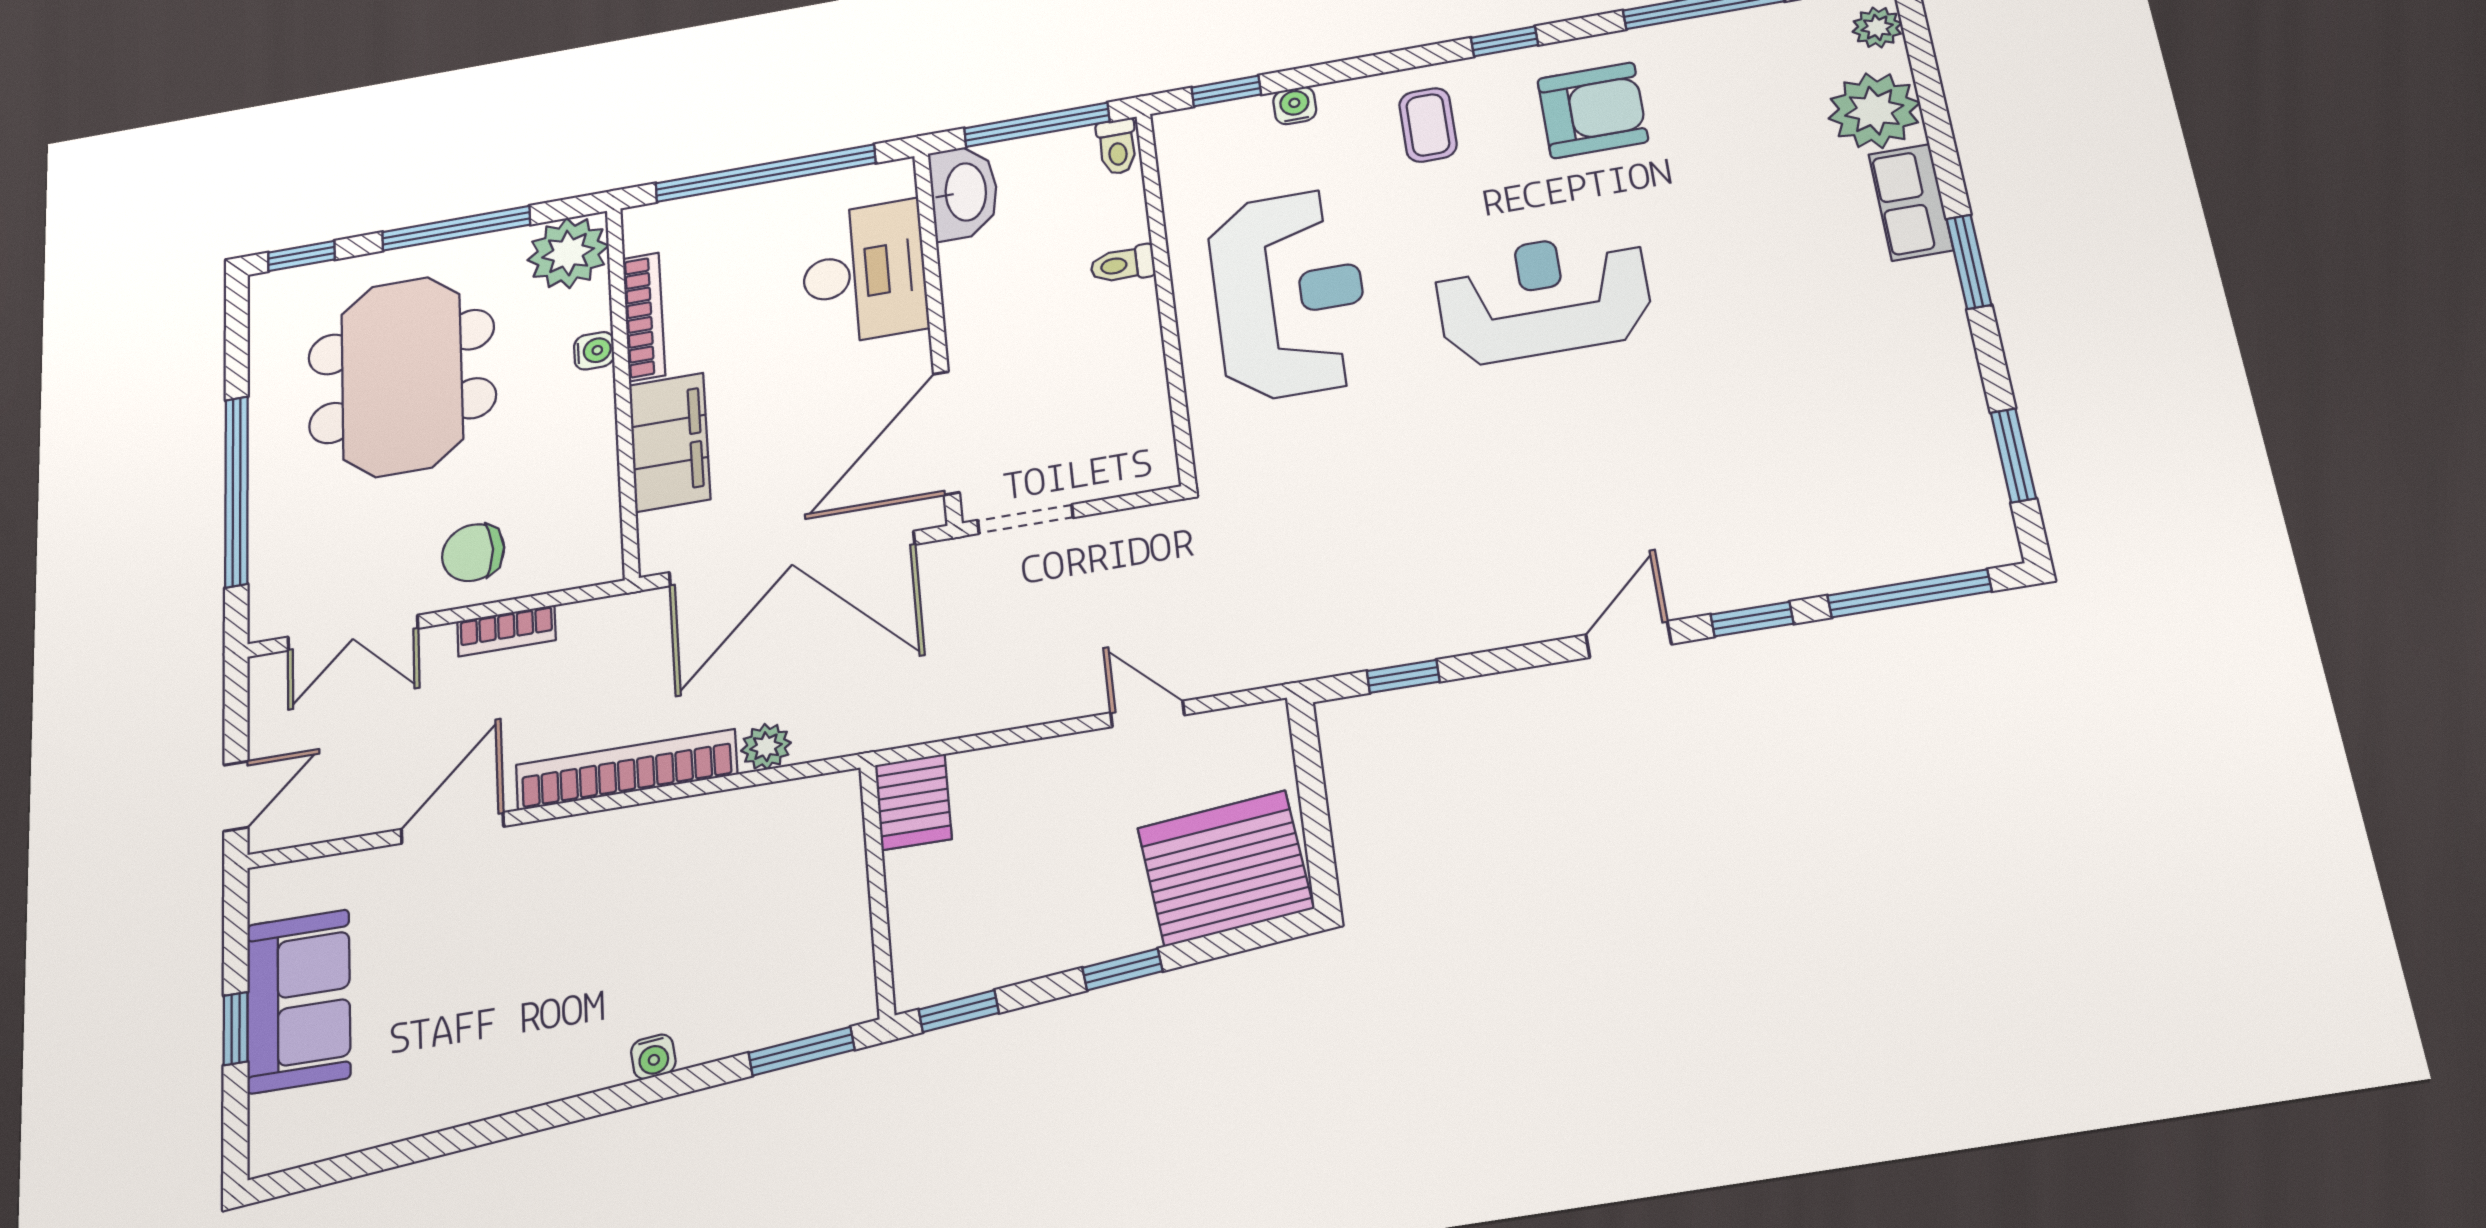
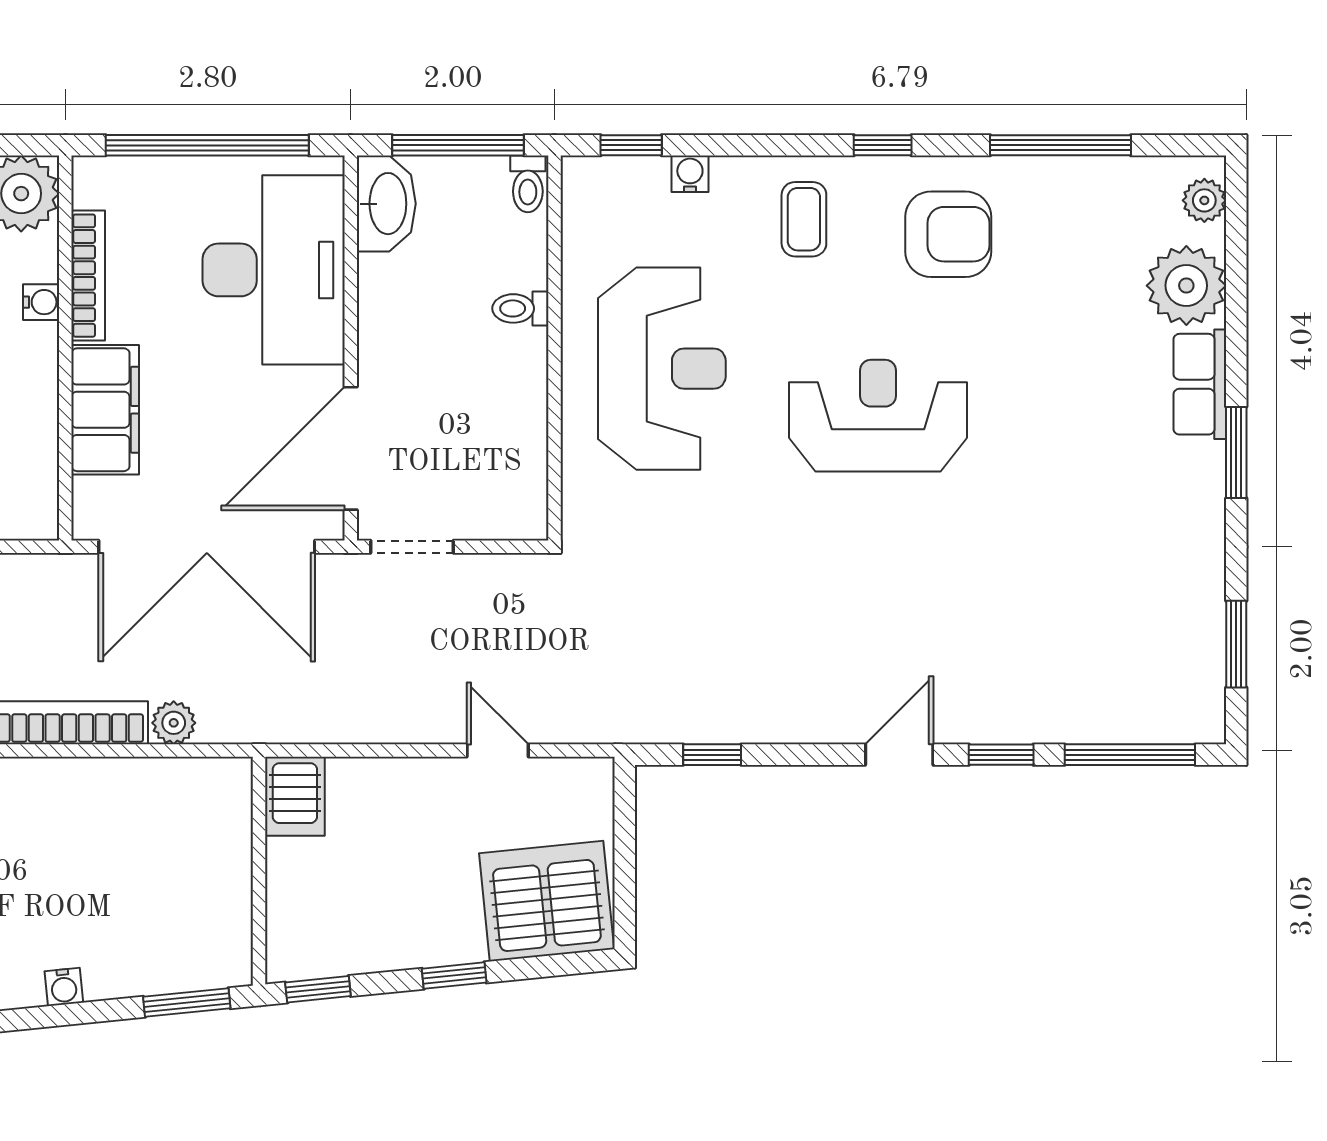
desk: (864, 273) -> (274, 270), width x1.36, depth x1.30

